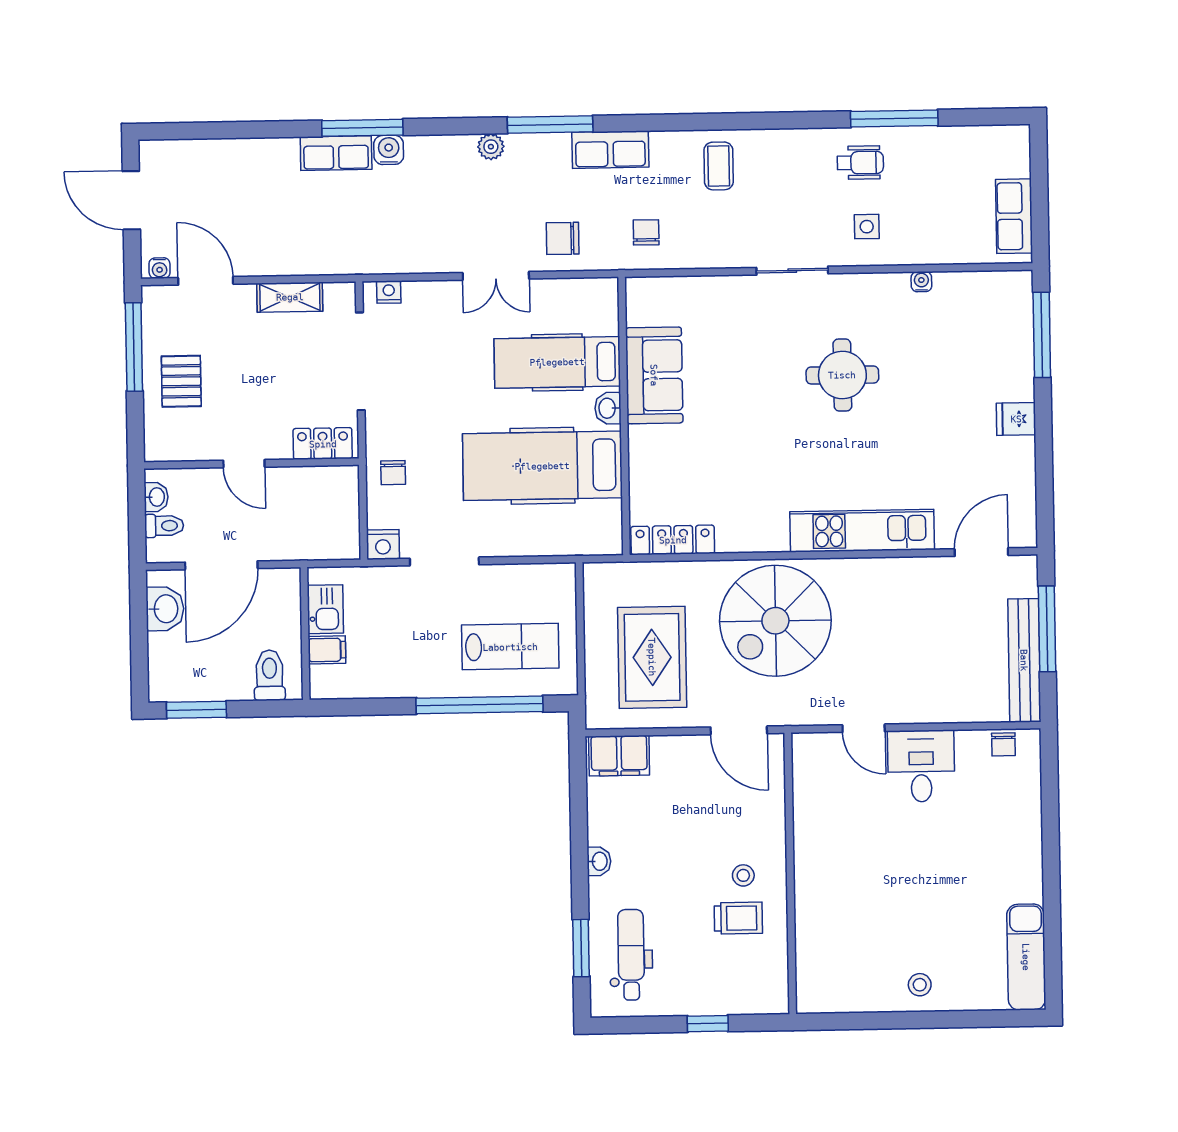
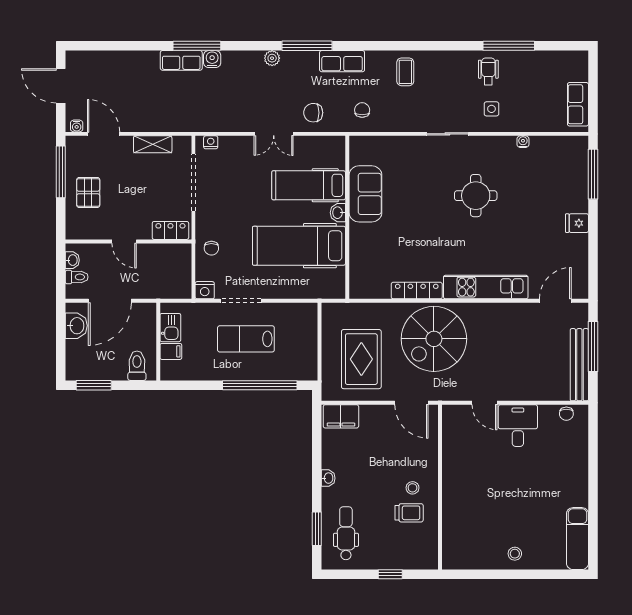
wheelchair: (860, 163) -> (488, 71), turned -90
locker: (673, 540) -> (417, 291), moved
lab bench: (510, 647) -> (246, 339), moved, turned 180

